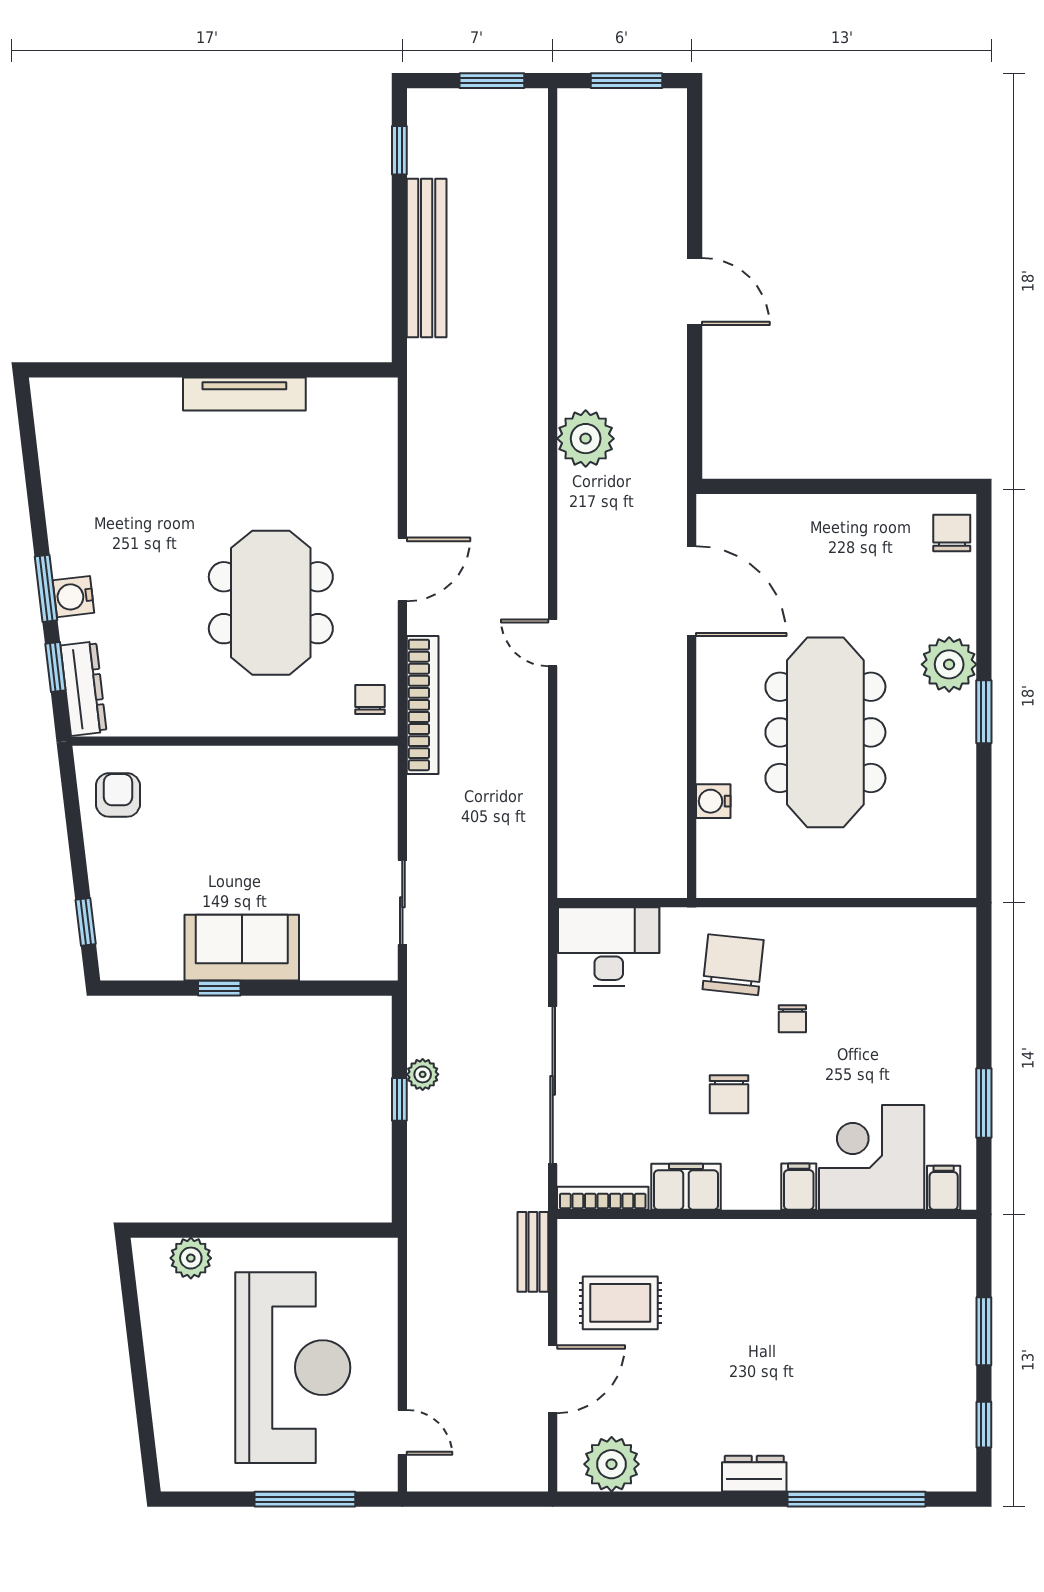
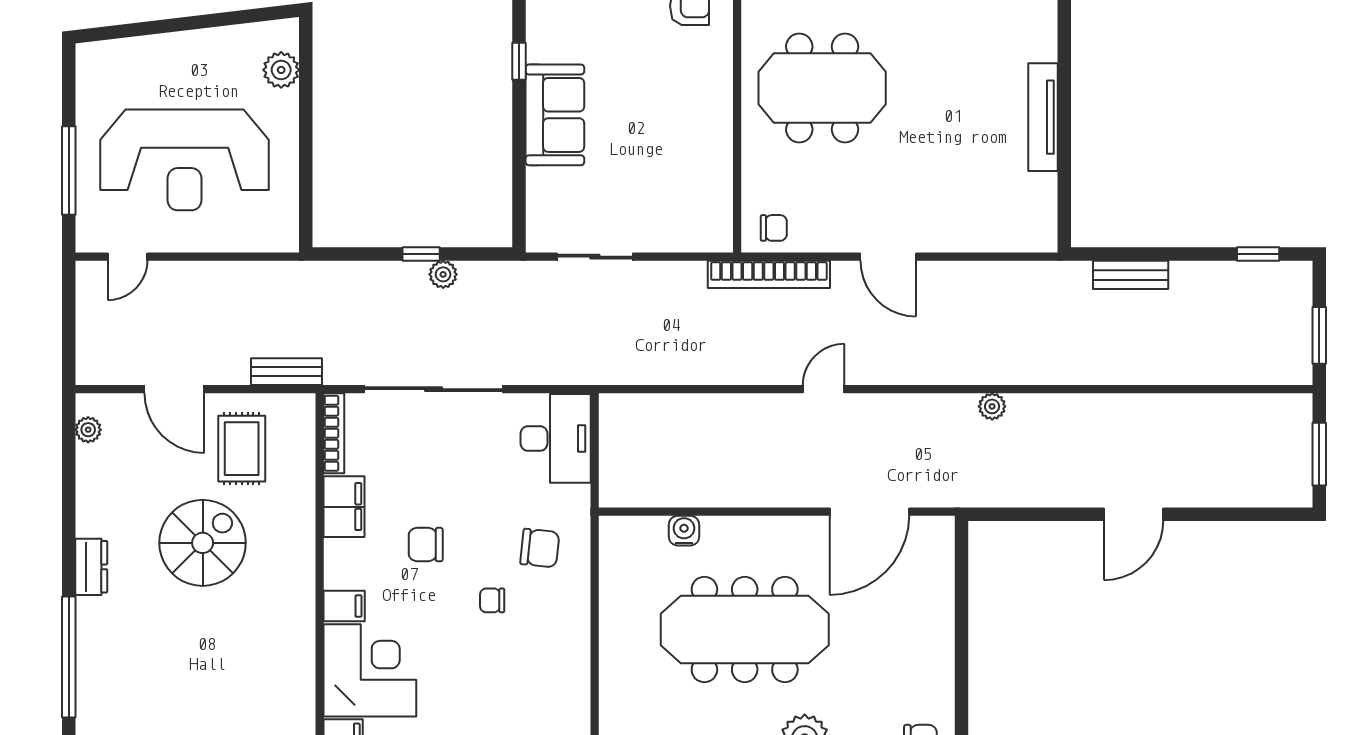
bench: (427, 258) -> (1131, 275), width x0.54, depth x0.82
plant: (586, 439) -> (992, 406), width x0.53, depth x0.53
meeting table: (271, 603) -> (822, 88), moved
chair: (733, 965) -> (540, 548), width x0.73, depth x0.73
window: (219, 988) -> (519, 61), moved
spiral stairs: (727, 1347) -> (203, 543), added
plant: (612, 1464) -> (88, 430), width x0.53, depth x0.53

